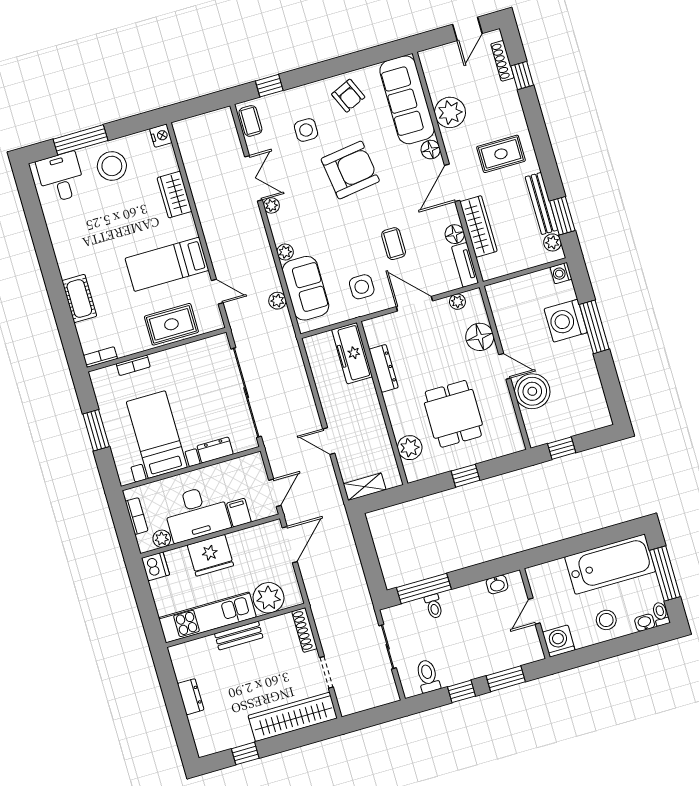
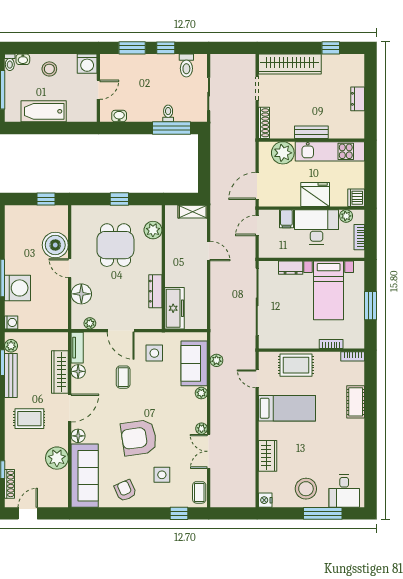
bathtub: (610, 564) -> (44, 111), width x0.73, depth x0.73

